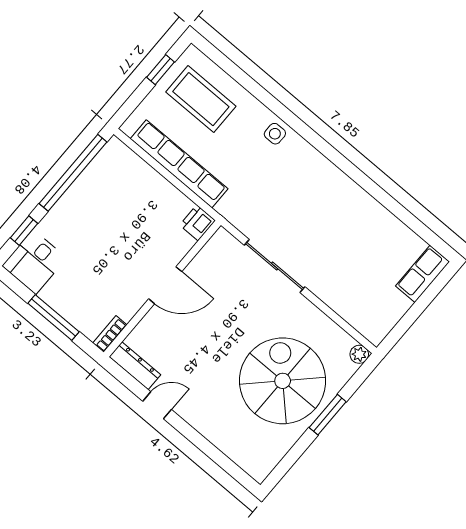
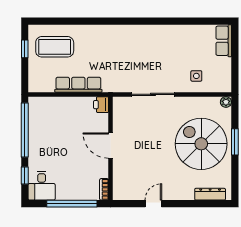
side table: (275, 134) -> (196, 76), moved
row of seats: (179, 164) -> (78, 85), width x0.73
door: (165, 285) -> (110, 146), swing flipped
window: (53, 317) -> (72, 204), width x1.46
dresser: (135, 366) -> (210, 194), moved

